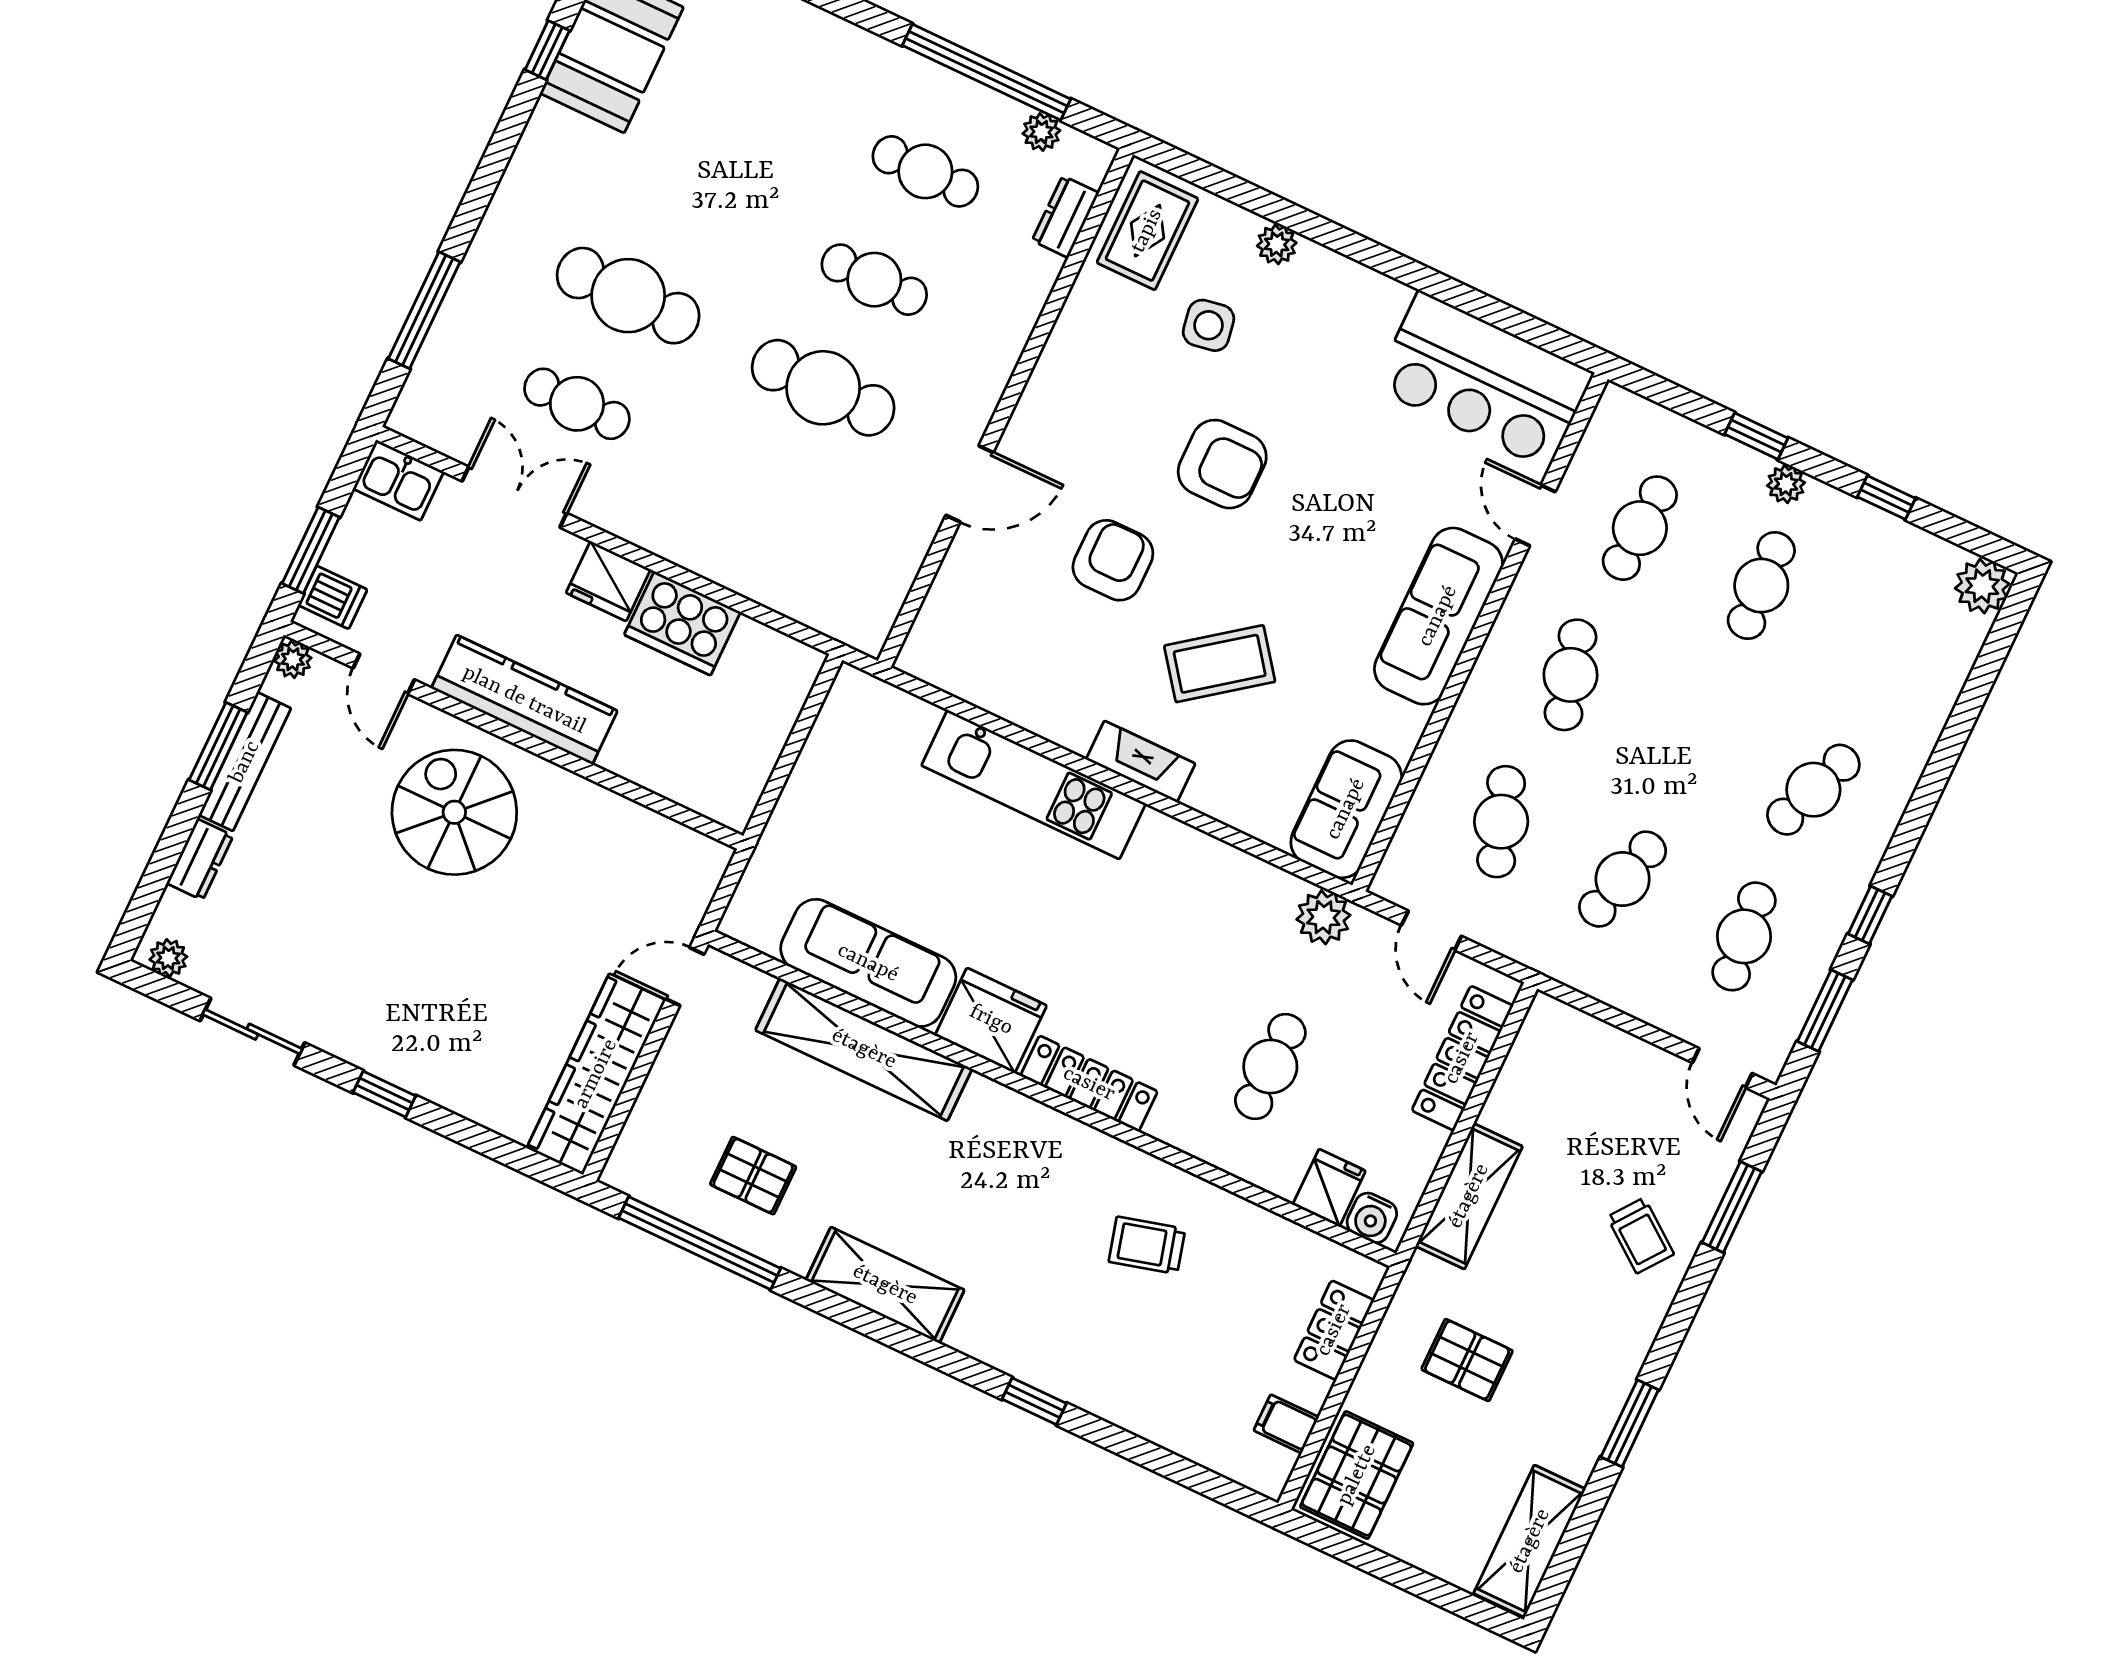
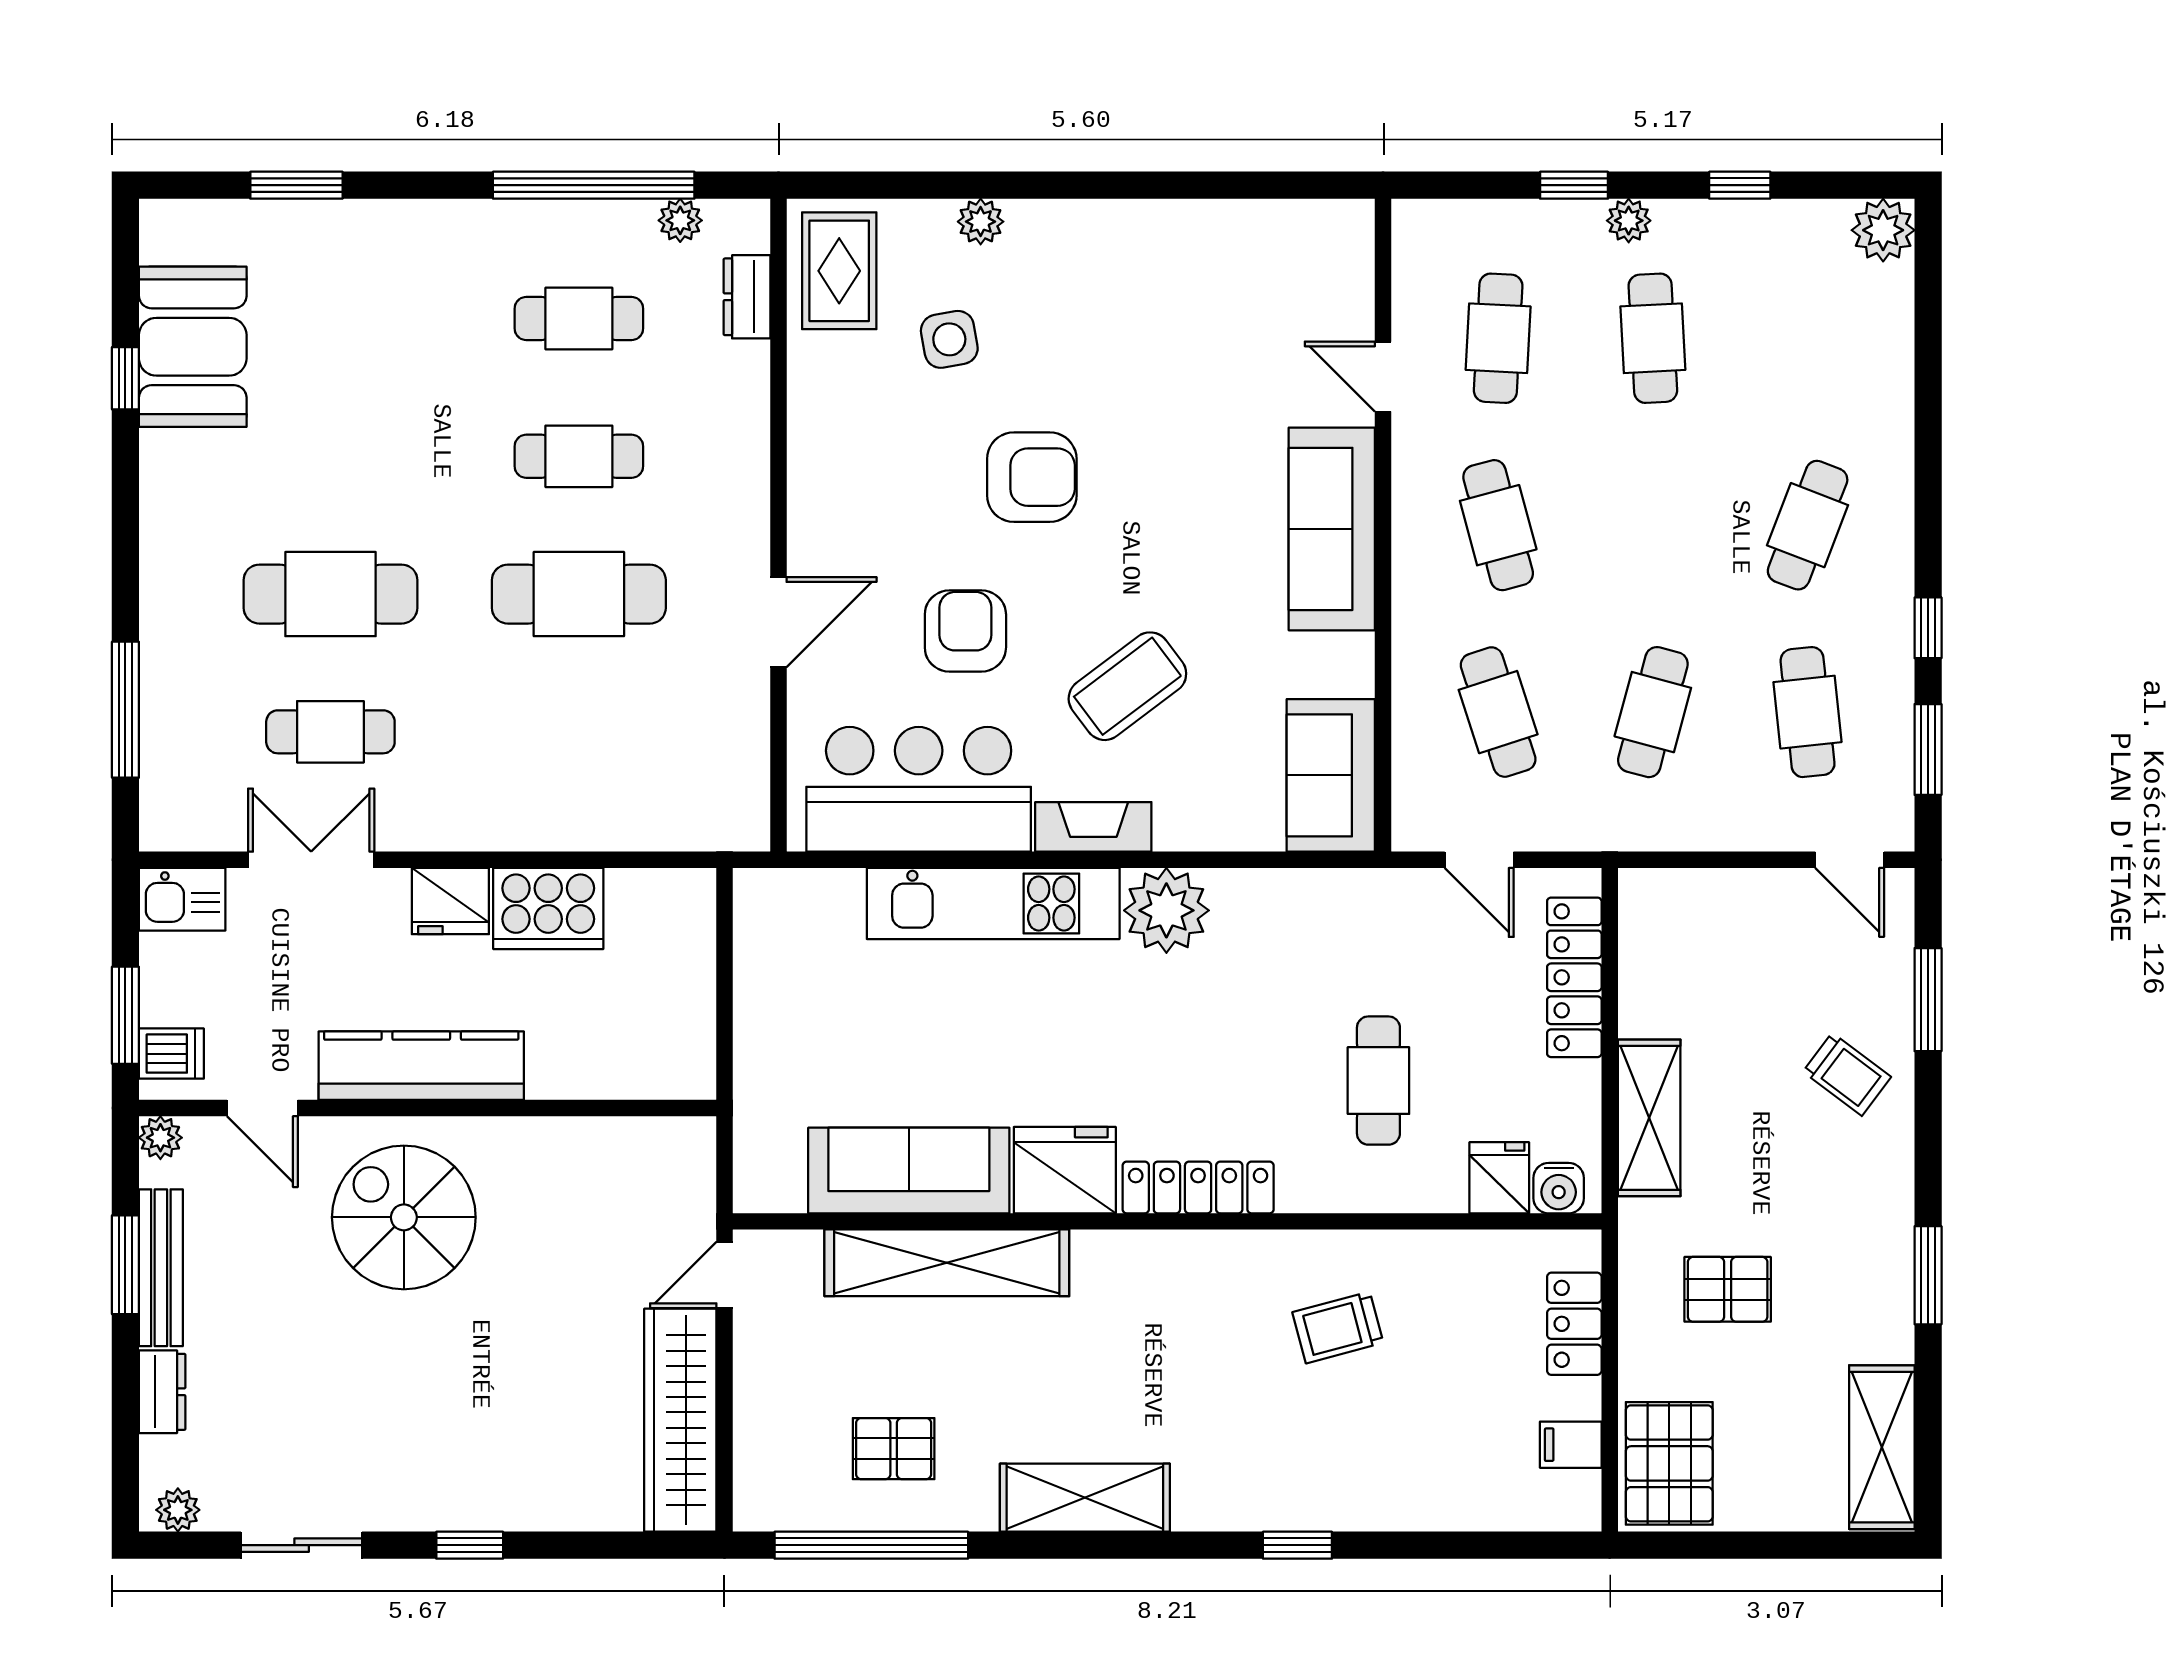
bar counter: (1484, 380) -> (919, 789), moved, turned 180
plant: (1323, 917) -> (1166, 910), moved, width x1.36, depth x1.36

